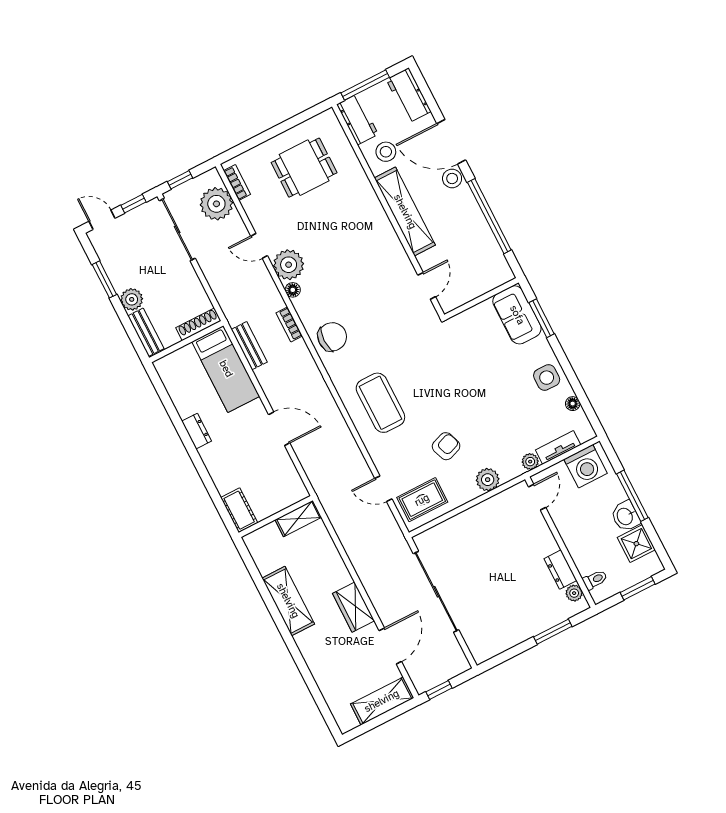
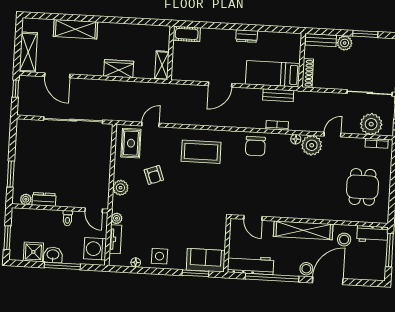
workbench: (409, 95) -> (250, 265), moved, width x1.38
toilet: (595, 580) -> (68, 218), moved
shelving: (288, 601) -> (76, 29), moved
wardrobe: (353, 607) -> (119, 69), moved

